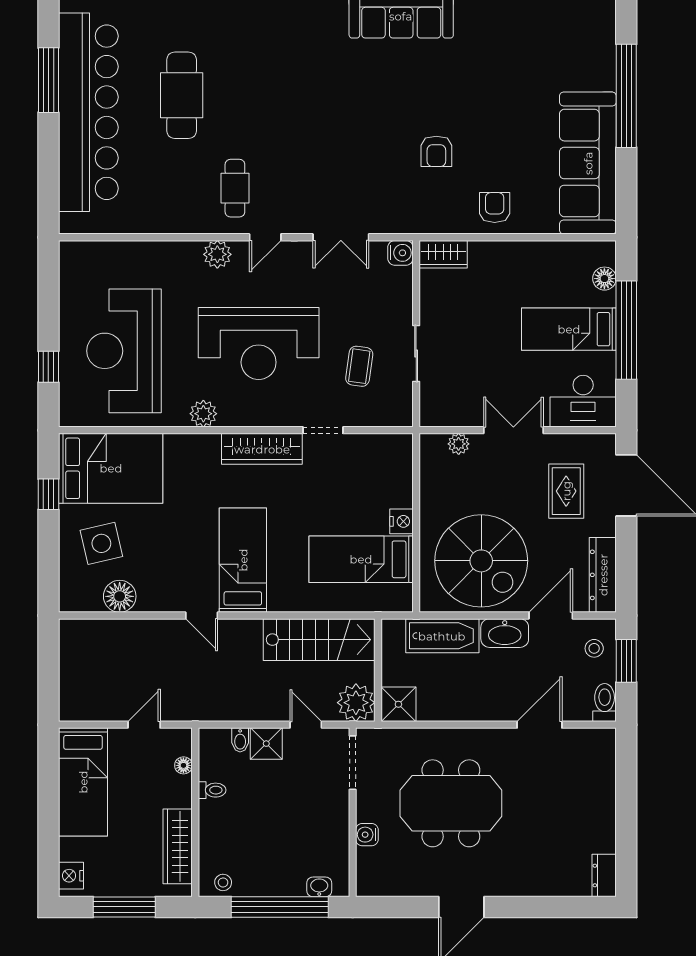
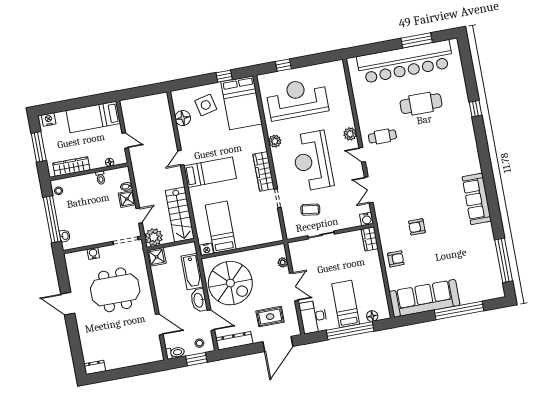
nightstand: (402, 521) -> (207, 249), moved
spiral stairs: (481, 561) -> (230, 283), turned -90
meeting table: (451, 803) -> (115, 290), turned 90

